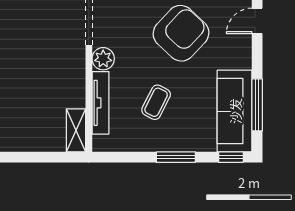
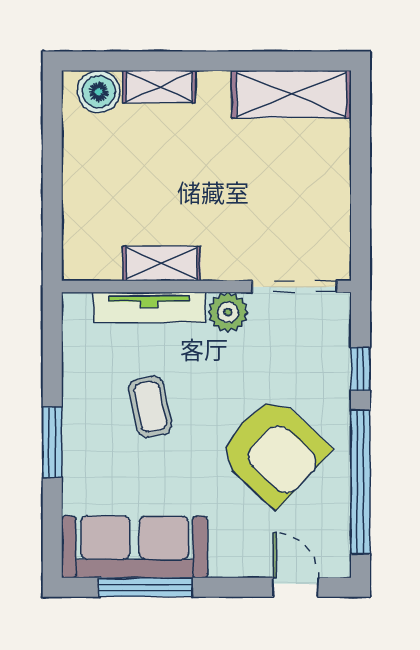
coffee table: (156, 102) -> (150, 407), turned 51
shelving: (76, 130) -> (161, 264), moved
window: (231, 157) -> (52, 541), removed

